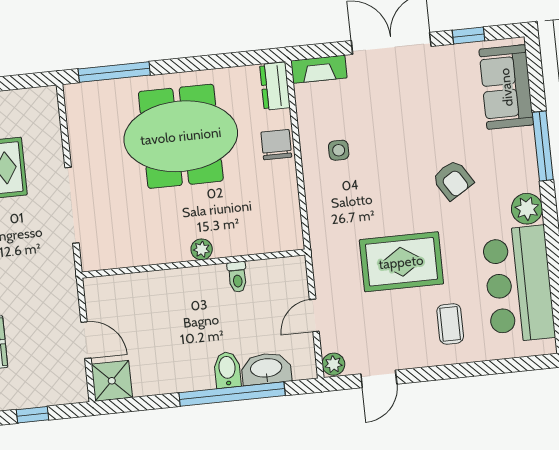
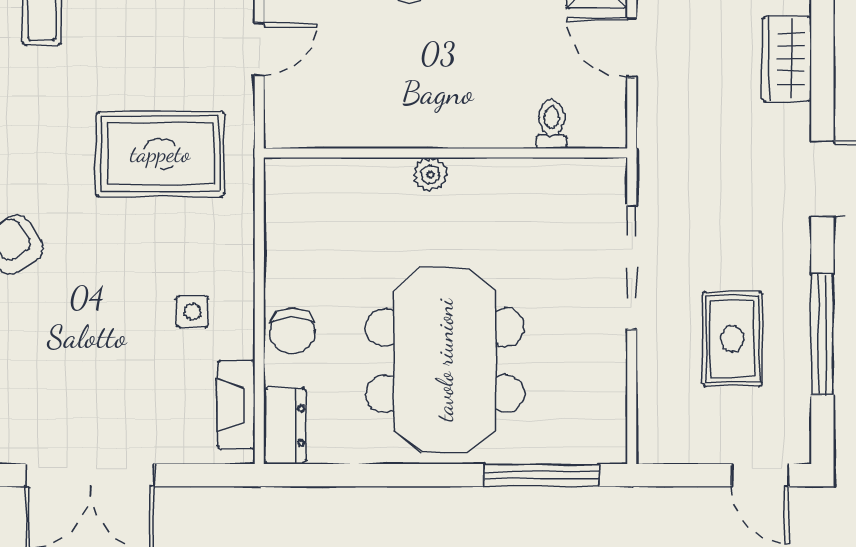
fireplace: (319, 69) -> (236, 405), moved, turned -90
meeting table: (181, 136) -> (445, 360), turned 90
rug: (401, 262) -> (160, 154), moved
toilet: (237, 277) -> (552, 124), moved

